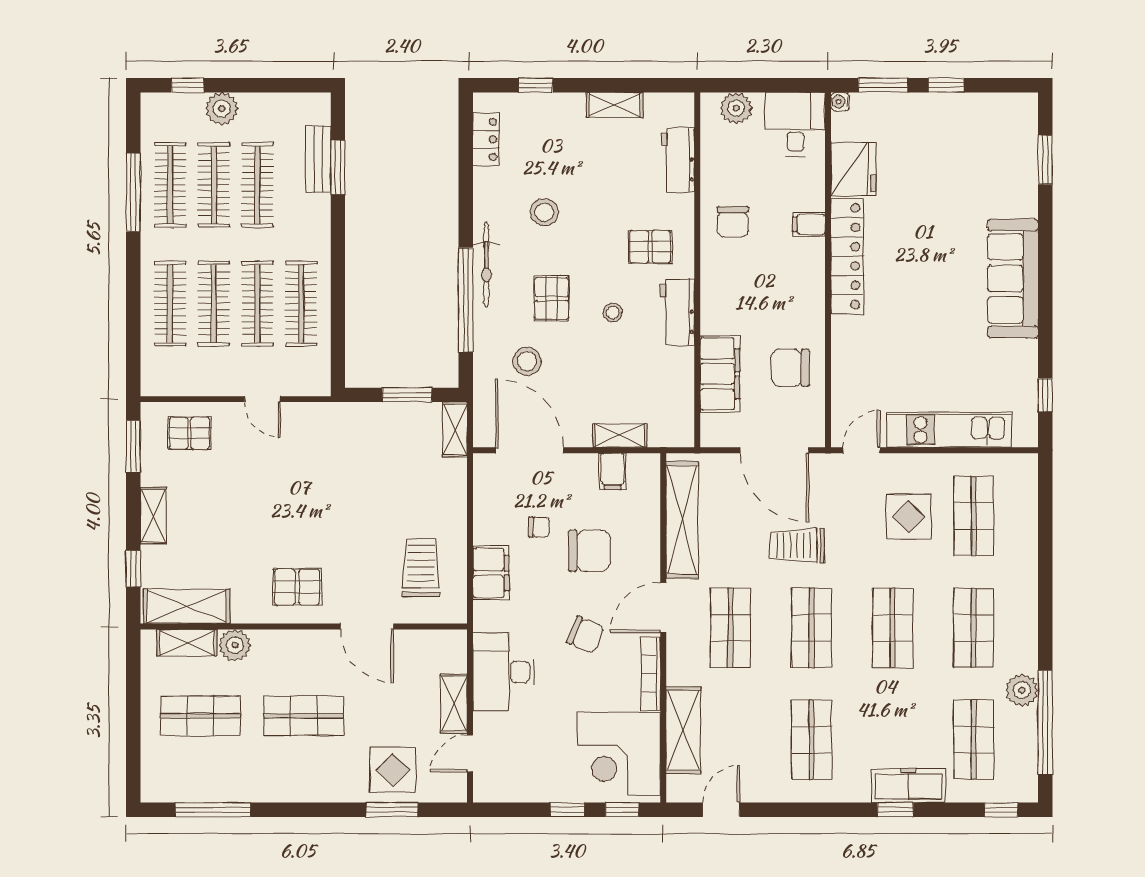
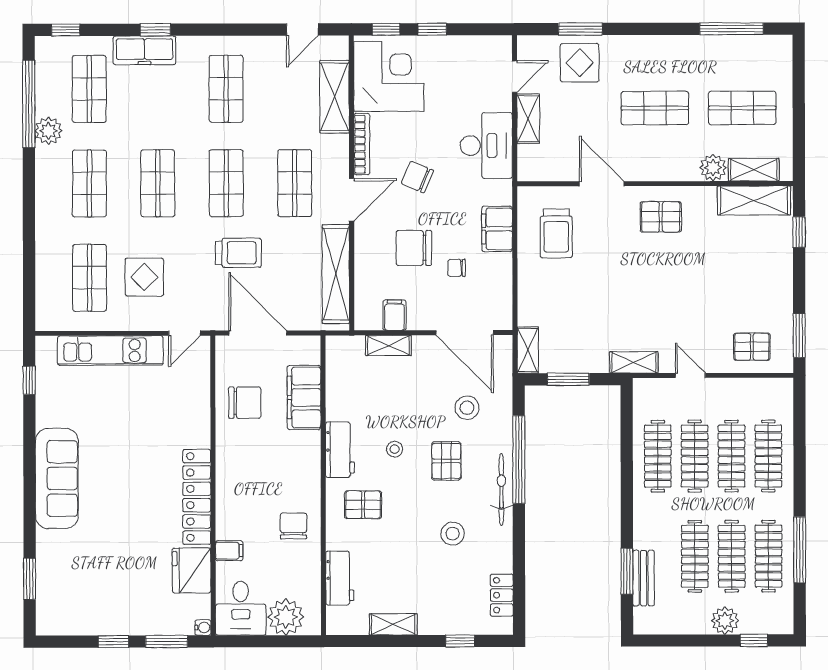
plant: (736, 108) -> (286, 617), width x1.36, depth x1.36
filing cabinet: (809, 224) -> (229, 551), moved
shelving: (153, 516) -> (634, 362), moved, turned 90

